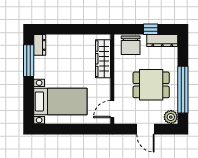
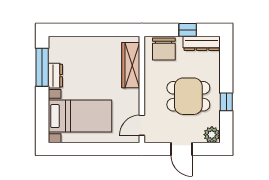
dresser: (40, 45) -> (55, 76), moved
window: (183, 90) -> (226, 102), width x0.32

